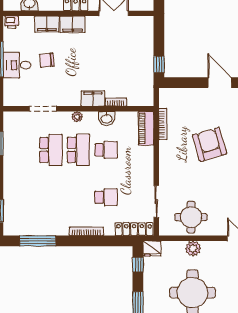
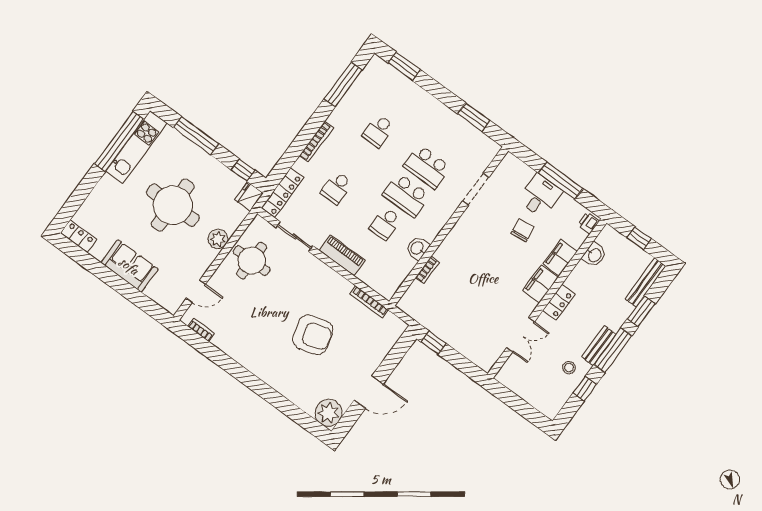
filing cabinet: (93, 98) -> (448, 249), removed
plant: (77, 117) -> (441, 219), removed
piano: (146, 128) -> (342, 255), moved
school desk: (51, 197) -> (378, 131), added

